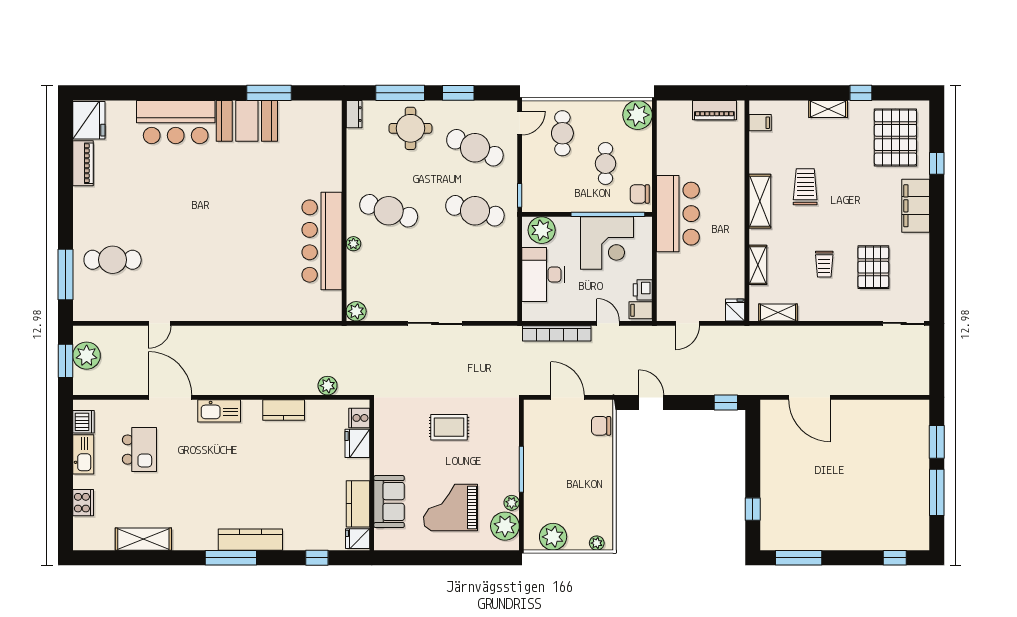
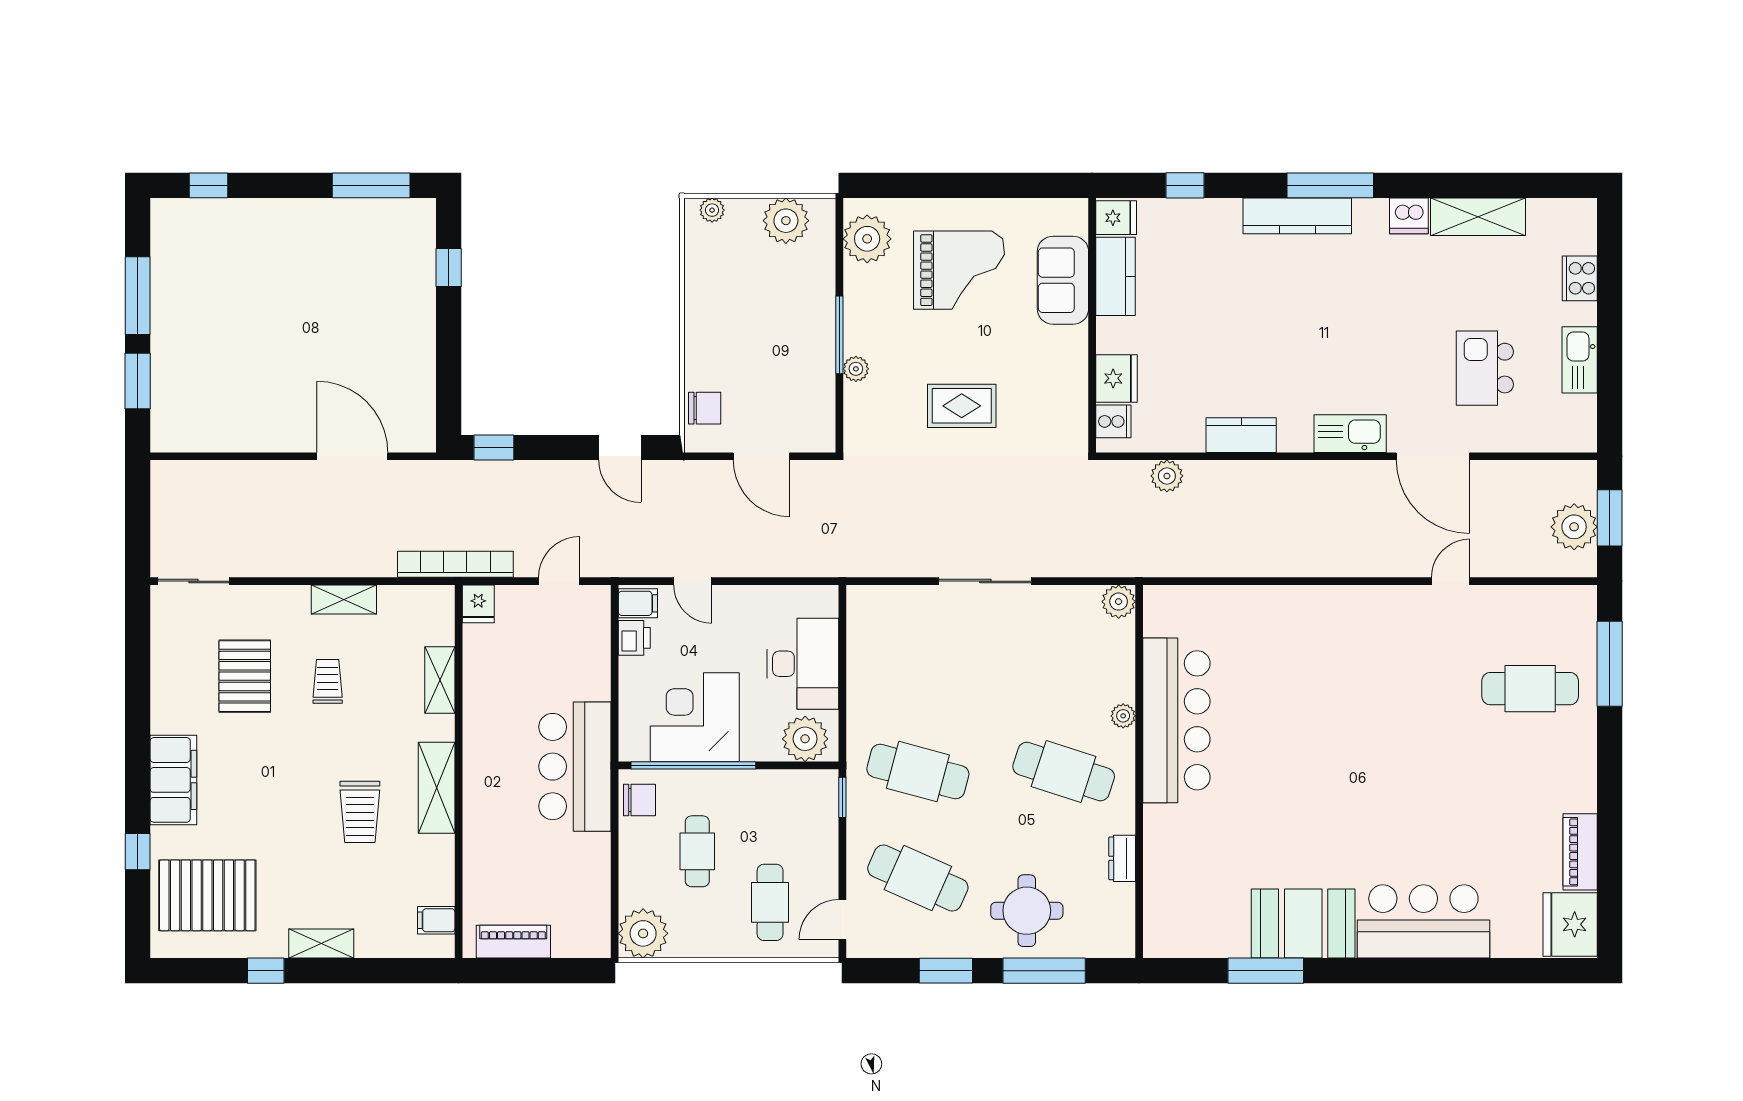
dresser: (354, 114) -> (1122, 858), moved
pallet: (895, 137) -> (207, 895), turned 90
shelving: (778, 313) -> (344, 599), moved
bookcase: (557, 333) -> (455, 564), moved
dishwasher: (83, 422) -> (1409, 216), moved, turned -90
plant: (512, 503) -> (856, 369), moved

